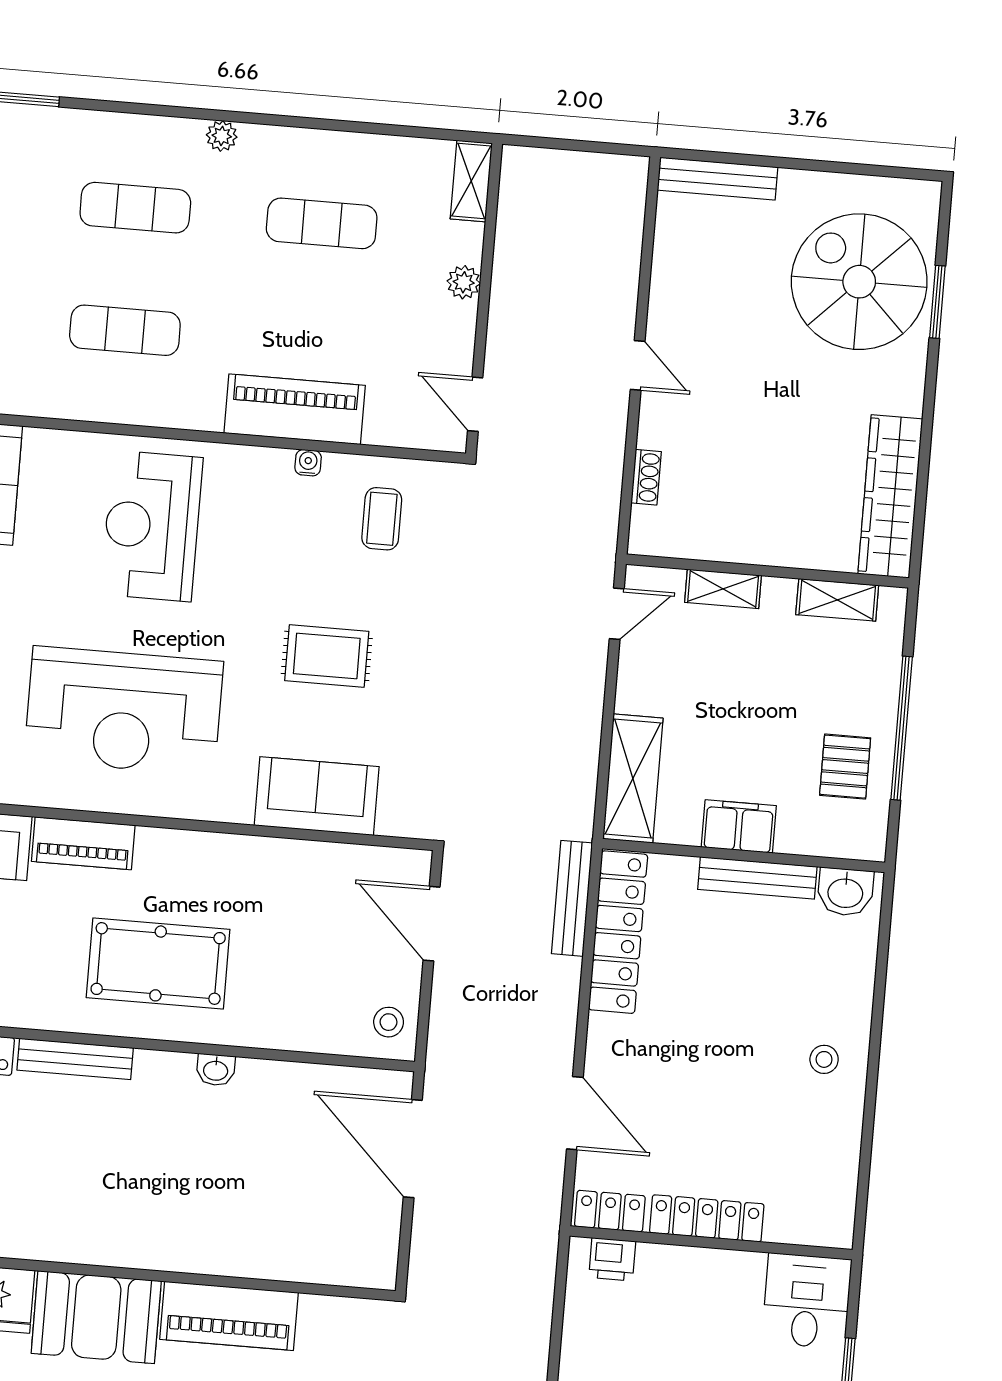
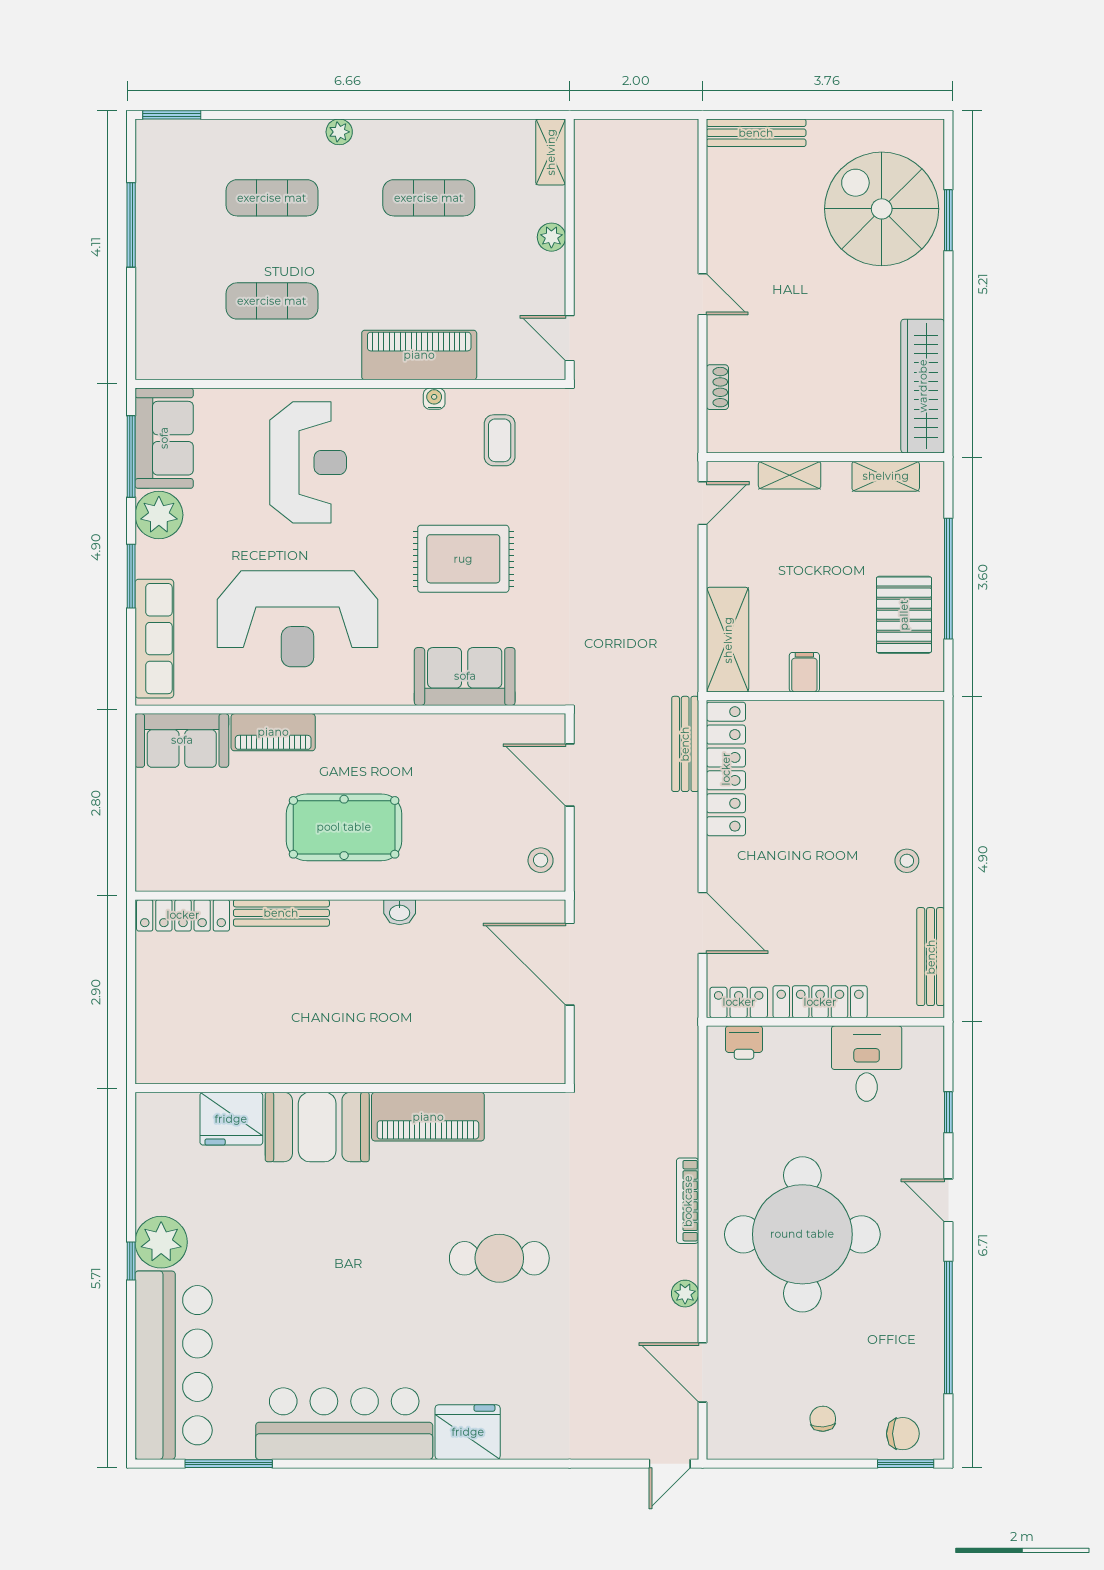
reception desk: (152, 526) -> (308, 462), turned 180
rug: (327, 656) -> (463, 559), width x1.36, depth x1.43
pallet: (845, 767) -> (904, 615), width x1.50, depth x1.42
filing cabinet: (739, 826) -> (804, 672), width x0.50
bench: (757, 878) -> (931, 957), moved, turned 90
washbasin: (845, 892) -> (913, 719), removed
desk: (807, 1301) -> (867, 1064), moved

